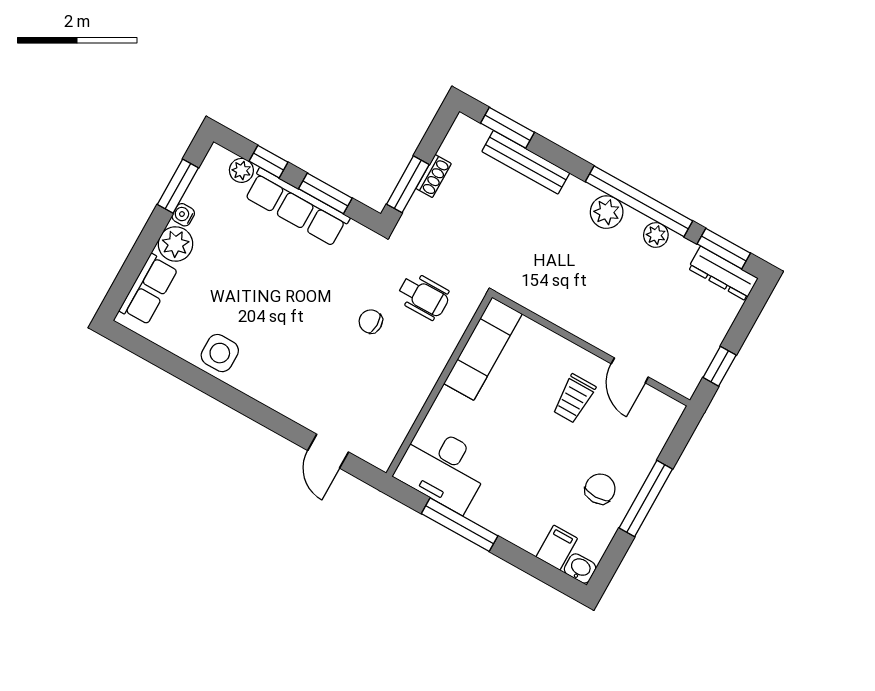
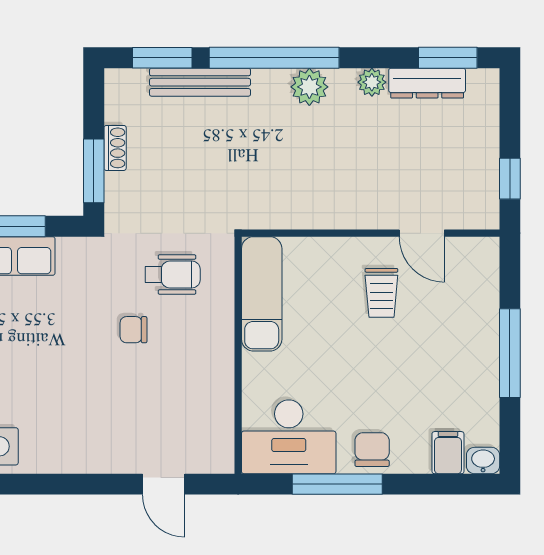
window: (639, 201) -> (274, 58), moved
dresser: (723, 273) -> (427, 83), moved
chair: (600, 489) -> (372, 450), moved

